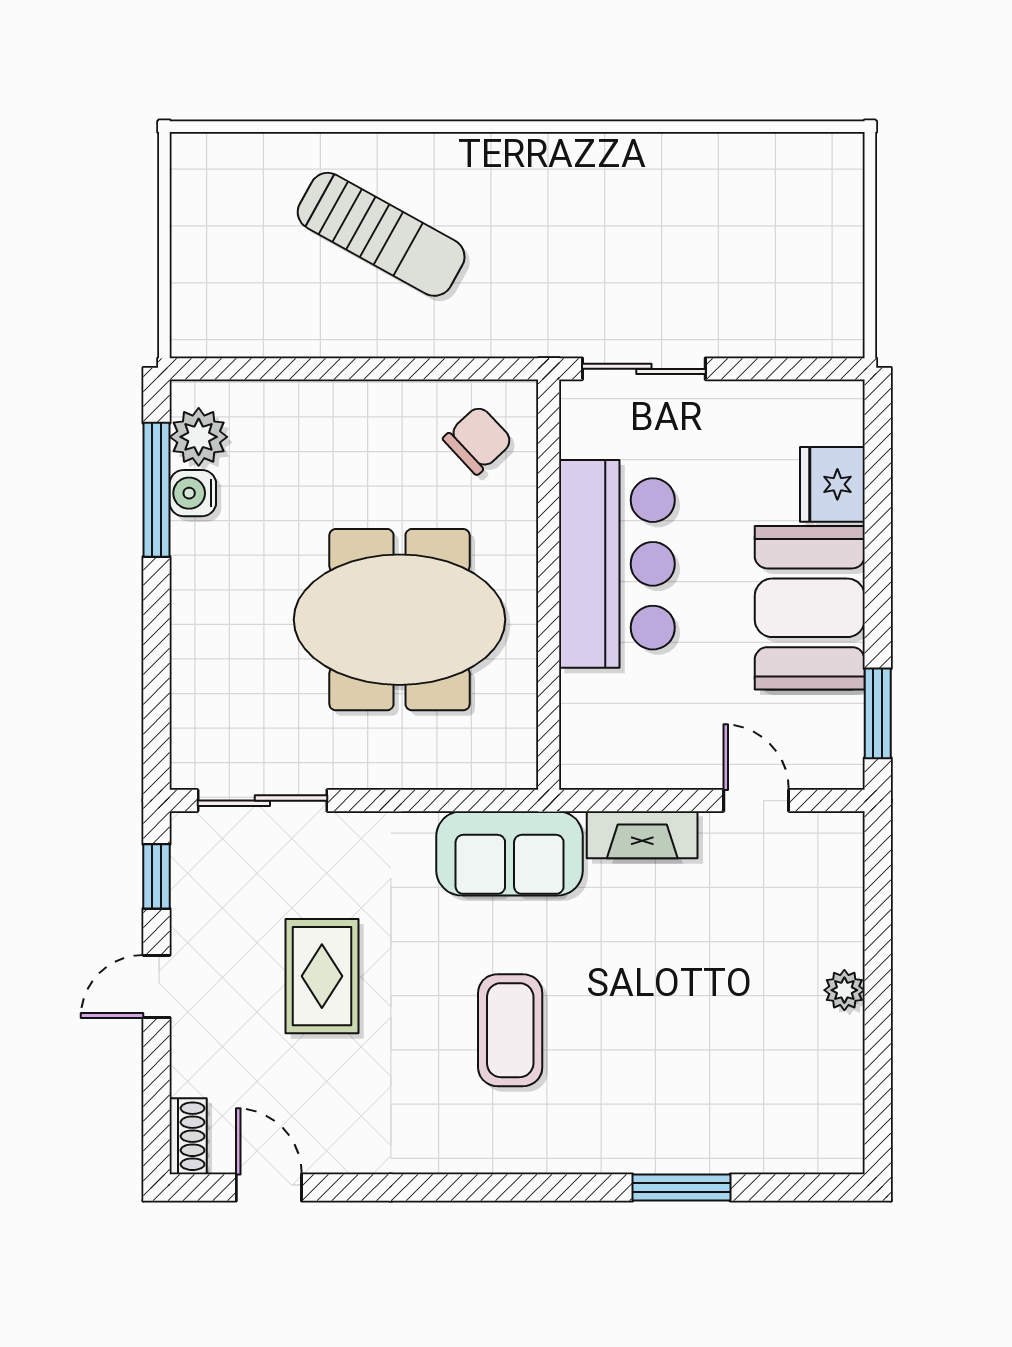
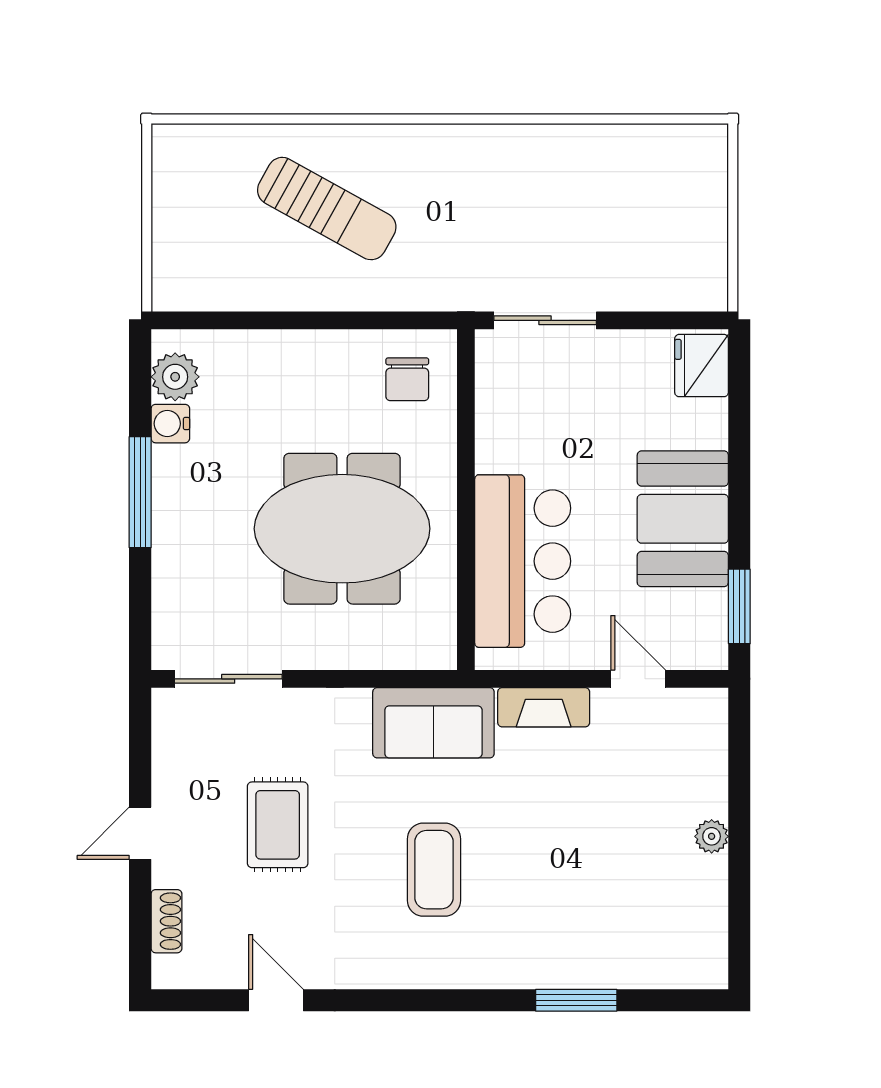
chair: (478, 440) -> (407, 379), turned 133
fridge: (832, 484) -> (702, 366), moved
window: (156, 490) -> (140, 492), moved
bar counter: (617, 564) -> (523, 561), moved
window: (156, 876) -> (140, 742), removed
shoe rack: (188, 1136) -> (166, 921), moved
door: (269, 1187) -> (276, 1000), moved

